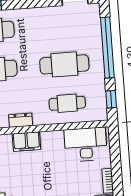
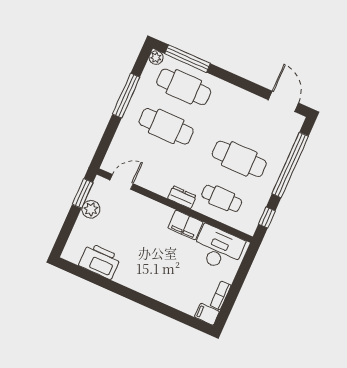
dresser: (21, 120) -> (182, 197), moved
filing cabinet: (26, 142) -> (185, 225), moved

